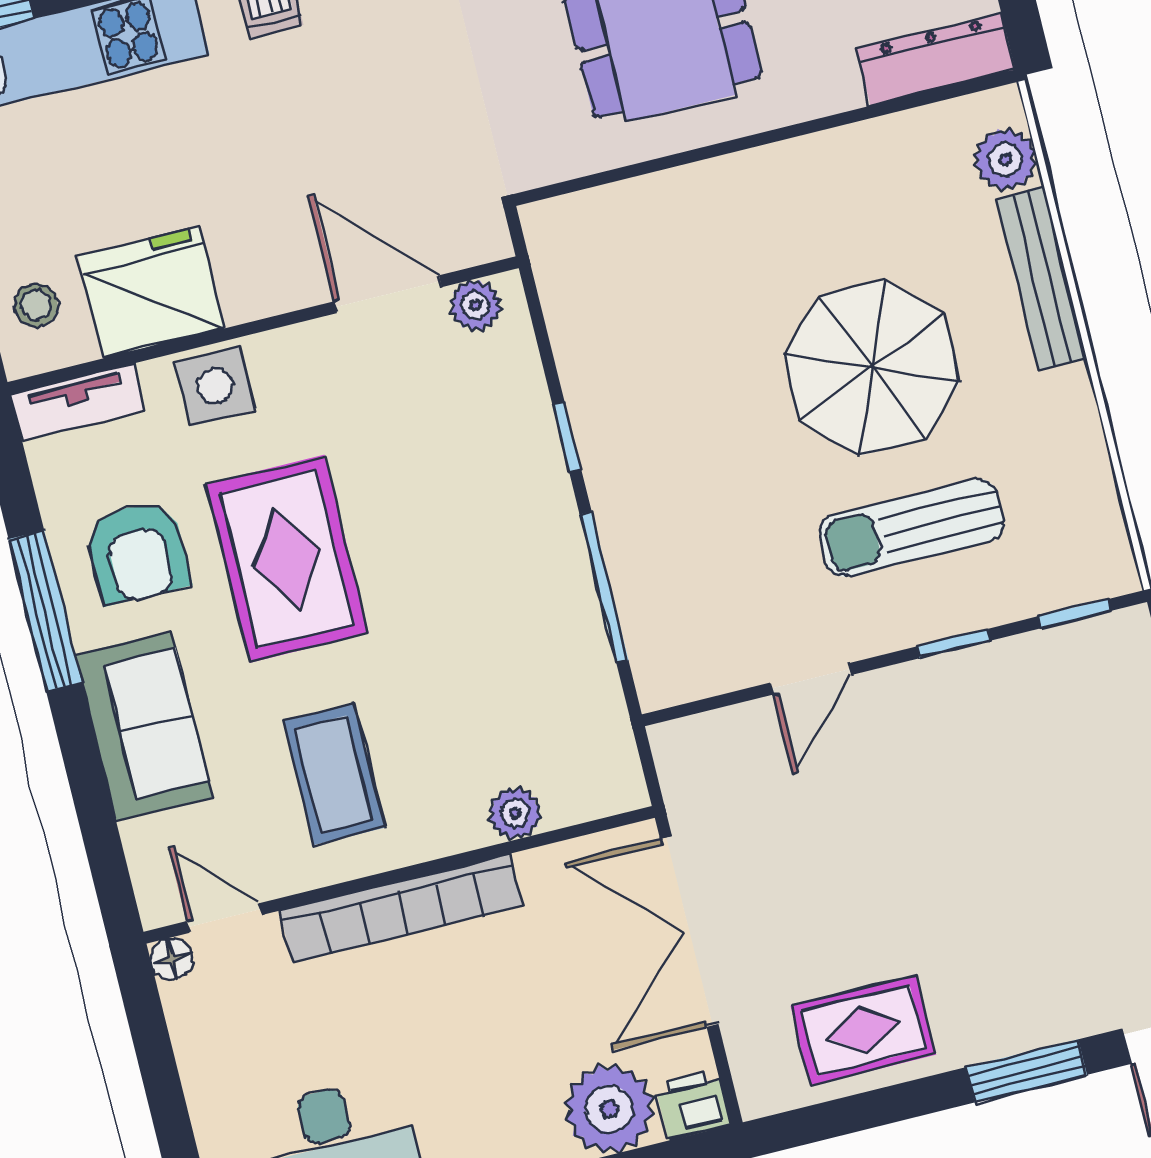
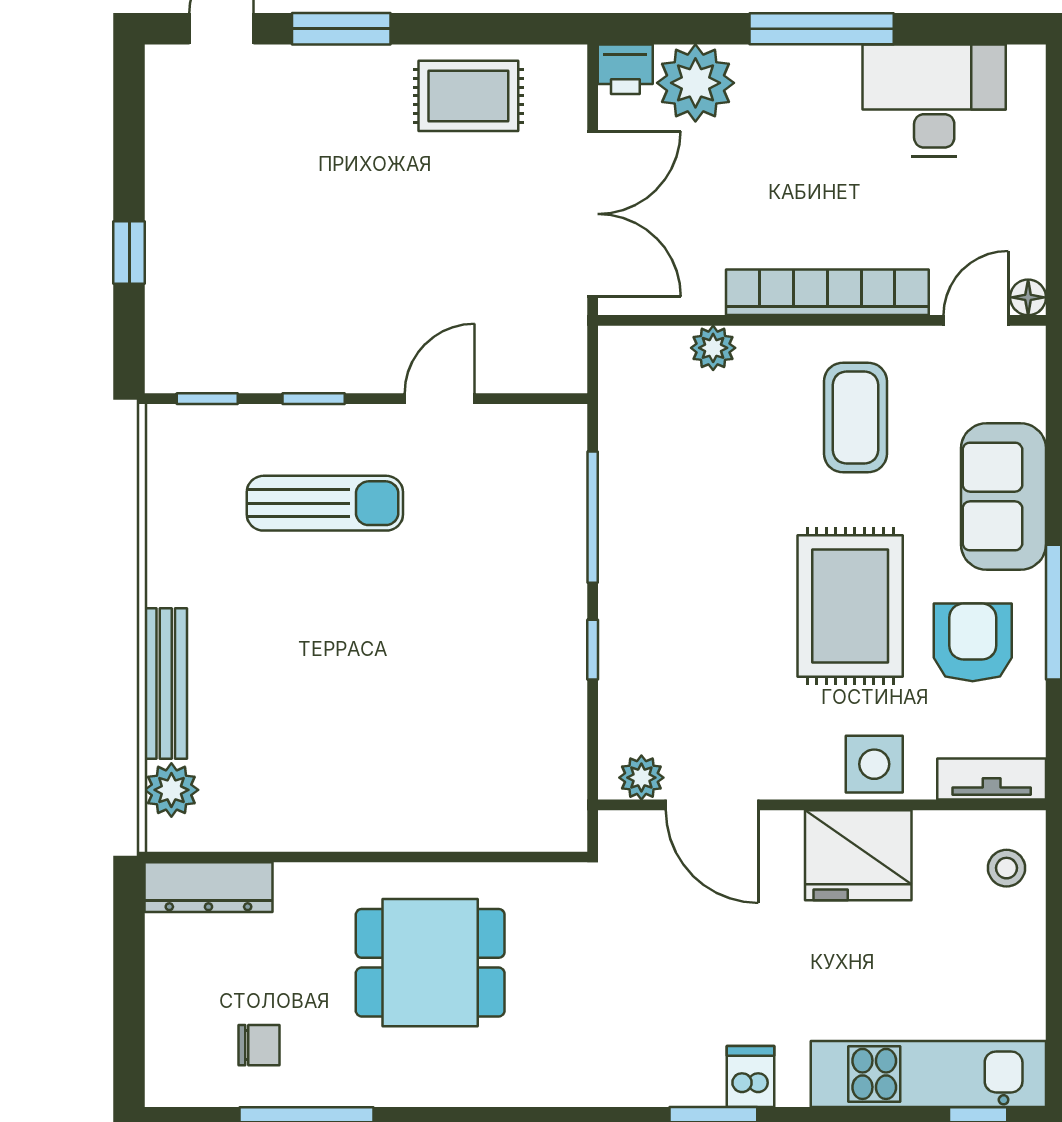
fridge: (151, 292) -> (858, 855), moved
parasol: (872, 368) -> (325, 644), removed
door: (224, 918) -> (976, 320), swing flipped

